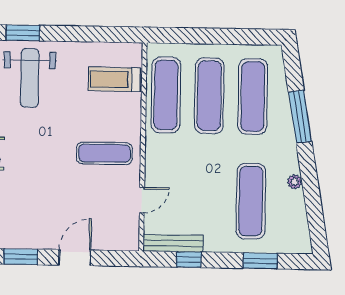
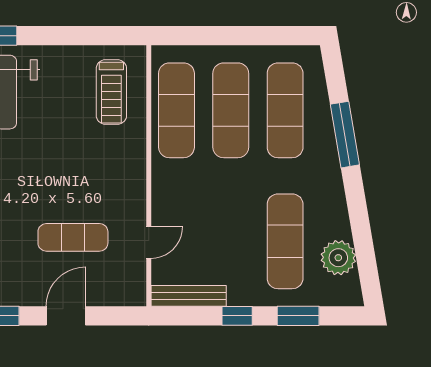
treadmill: (114, 79) -> (111, 92), turned -90
exercise mat: (104, 153) -> (73, 237), moved
plant: (295, 182) -> (338, 258), moved, width x1.87, depth x1.87
window: (189, 260) -> (237, 316), moved

